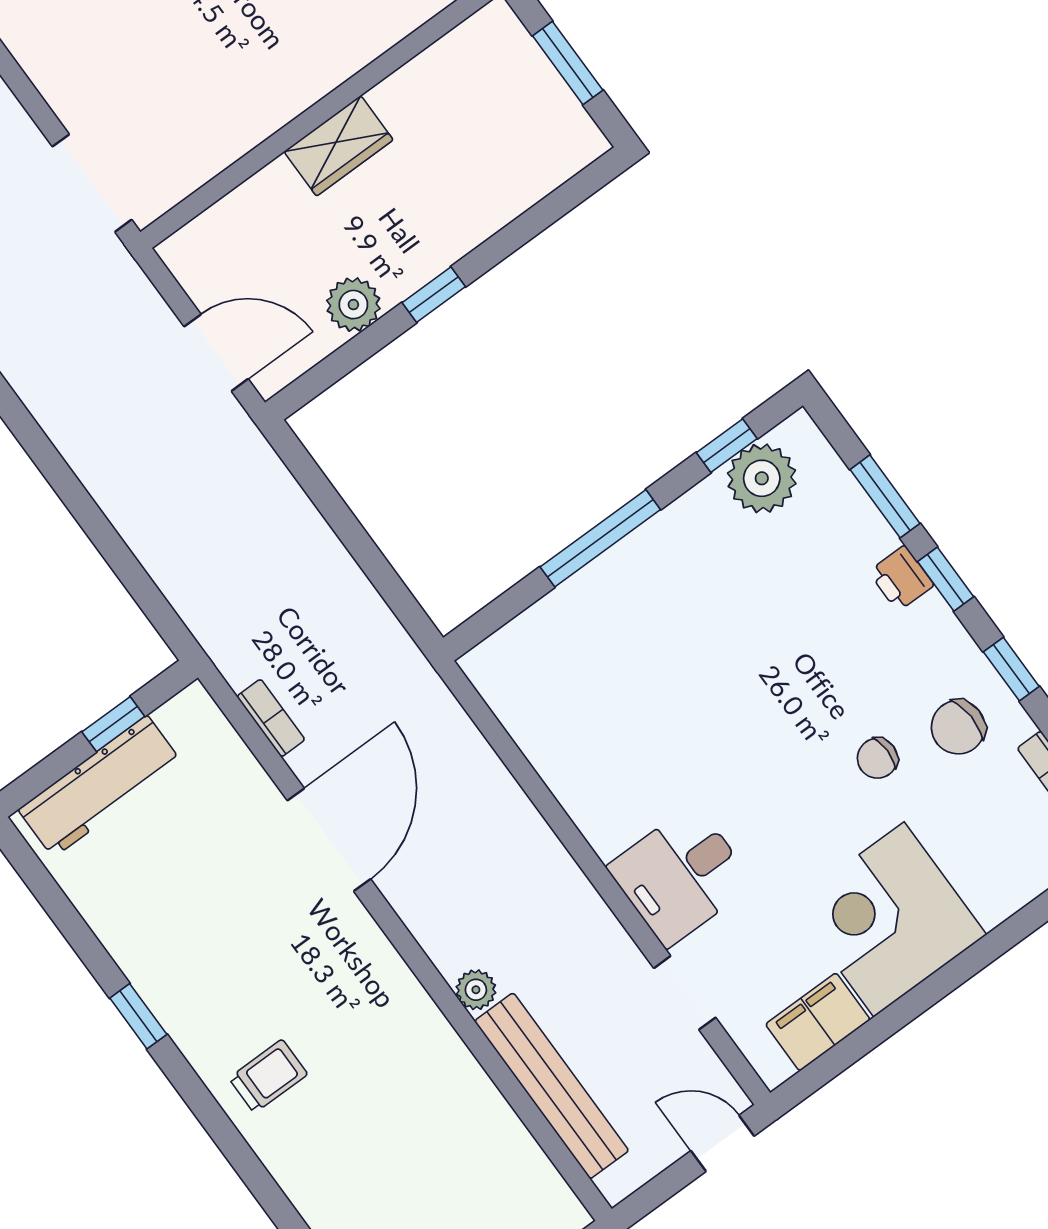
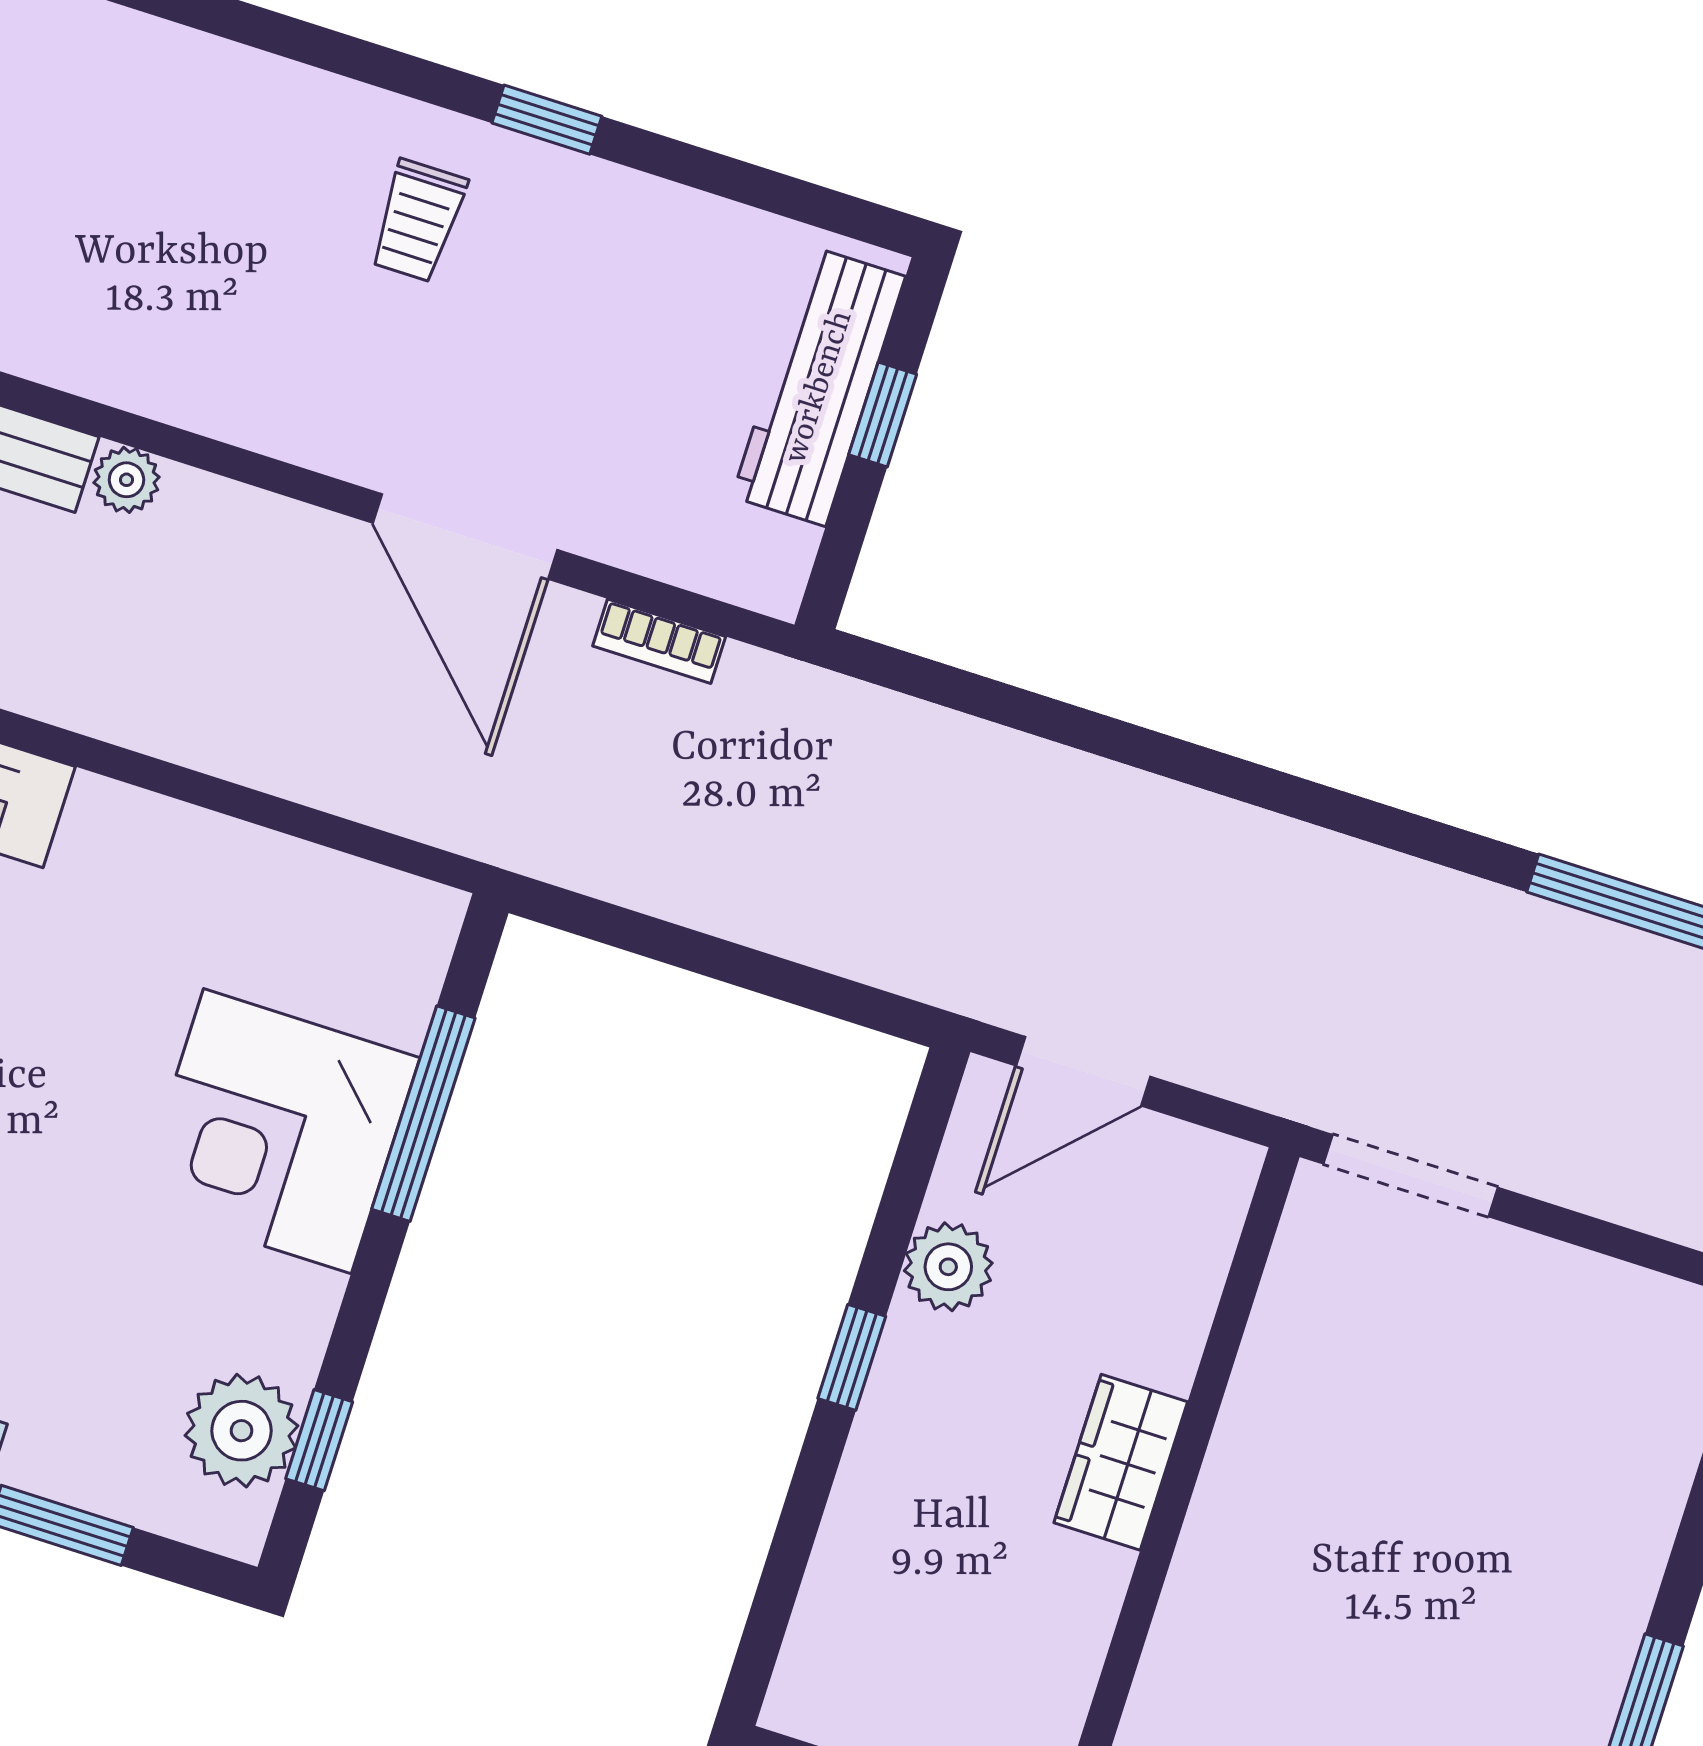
window: (600, 538) -> (423, 1114), moved
corner desk: (636, 613) -> (277, 1131), added
window: (113, 724) -> (883, 415), moved
trolley: (268, 1076) -> (418, 221), moved

